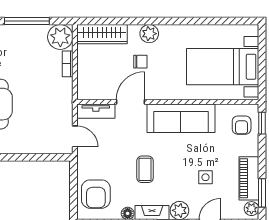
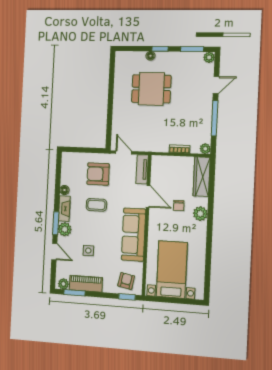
plant: (60, 37) -> (205, 149), width x0.53, depth x0.53
armchair: (242, 125) -> (126, 281), turned 101
door: (75, 136) -> (124, 152), swing flipped
armchair: (96, 194) -> (98, 174), moved

